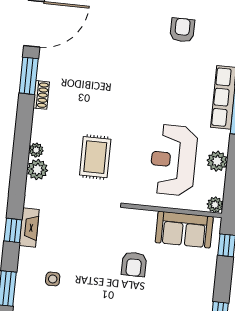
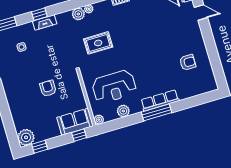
reception desk: (173, 160) -> (114, 87), turned 180
sofa: (184, 230) -> (75, 122), moved, turned 90
armchair: (134, 264) -> (48, 88), turned 90

